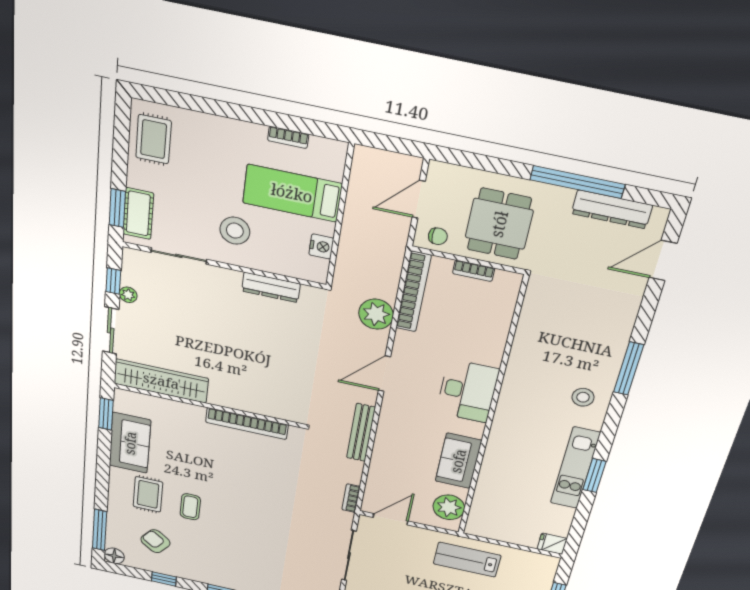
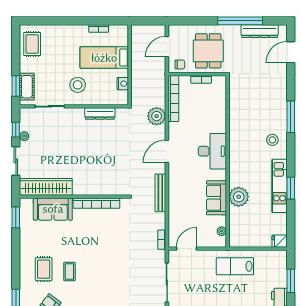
sofa: (130, 443) -> (53, 209), moved, turned 90
plant: (498, 468) -> (239, 197), added
plant: (449, 507) -> (222, 231), width x0.53, depth x0.53

